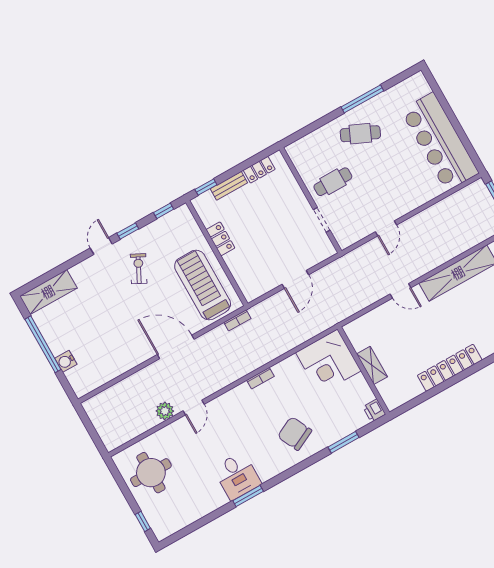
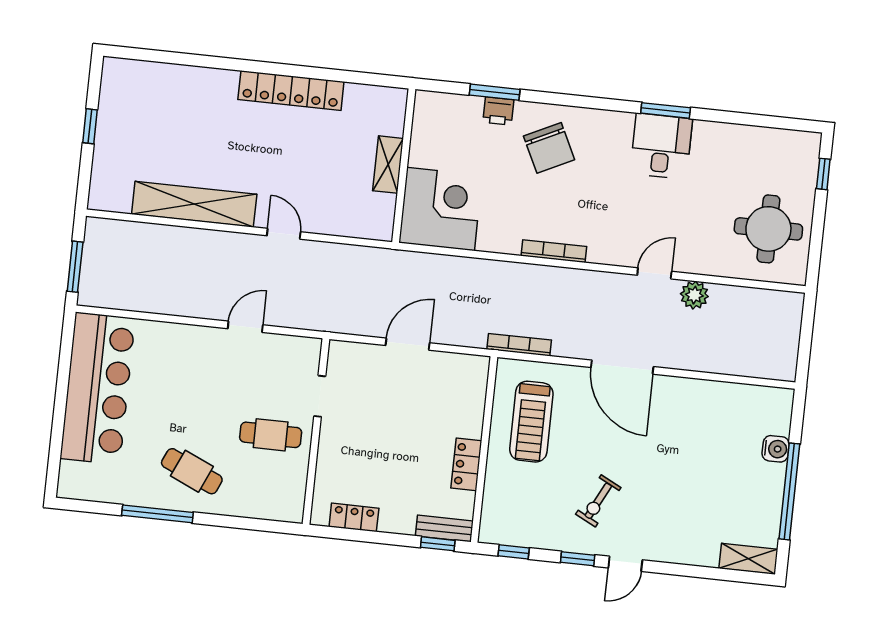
bench: (229, 186) -> (444, 528), moved
treadmill: (203, 285) -> (531, 422), width x0.73, depth x0.73
shelving: (48, 292) -> (748, 559), width x0.67, depth x0.75
bookcase: (237, 320) -> (519, 345), width x1.56
bookcase: (260, 378) -> (554, 251), width x1.56
printer: (374, 411) -> (498, 111), moved, turned 90

